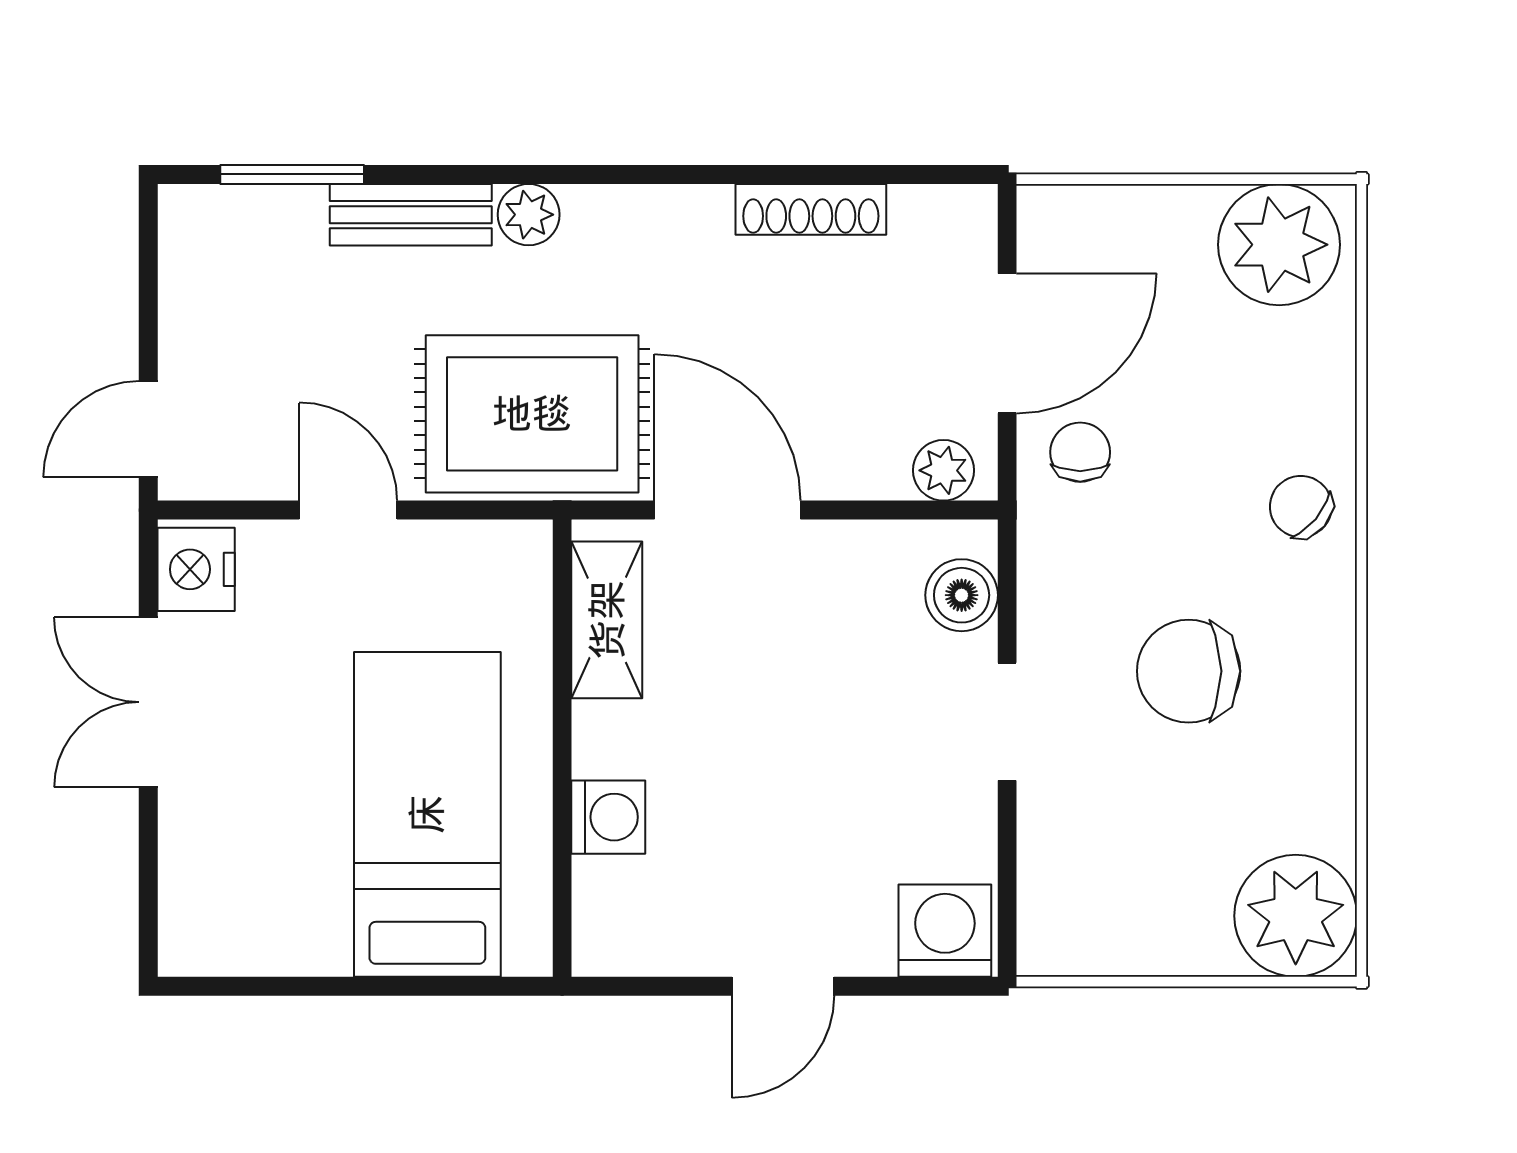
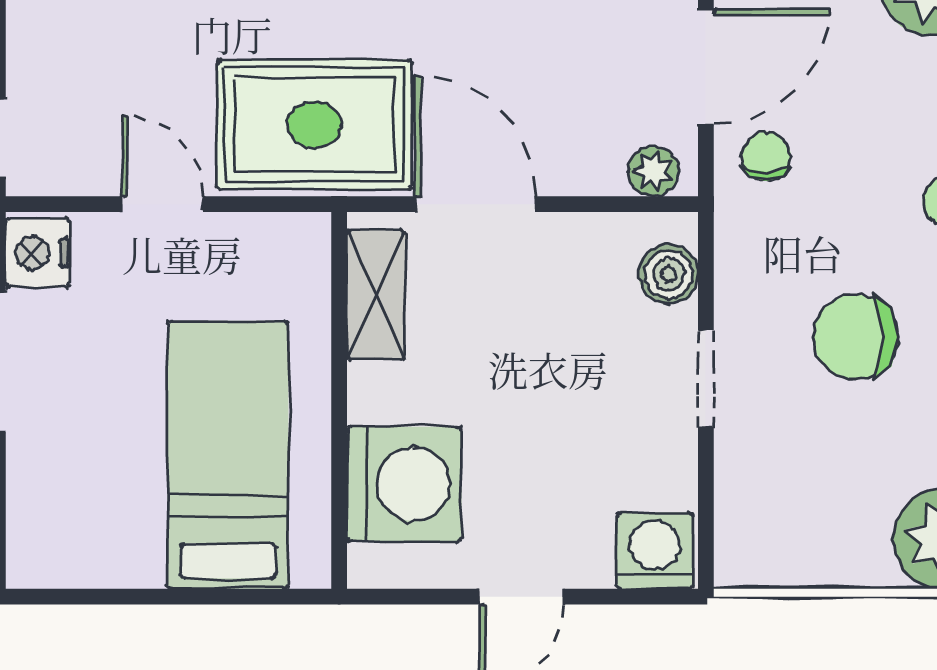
washing machine: (608, 817) -> (404, 484), width x1.89, depth x1.89

